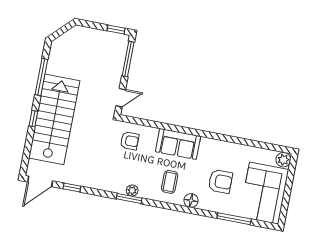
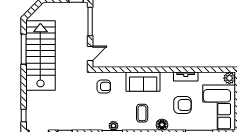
window: (33, 119) -> (24, 116), moved
stairs: (54, 119) -> (40, 56), moved
tv unit: (231, 148) -> (186, 77), added

